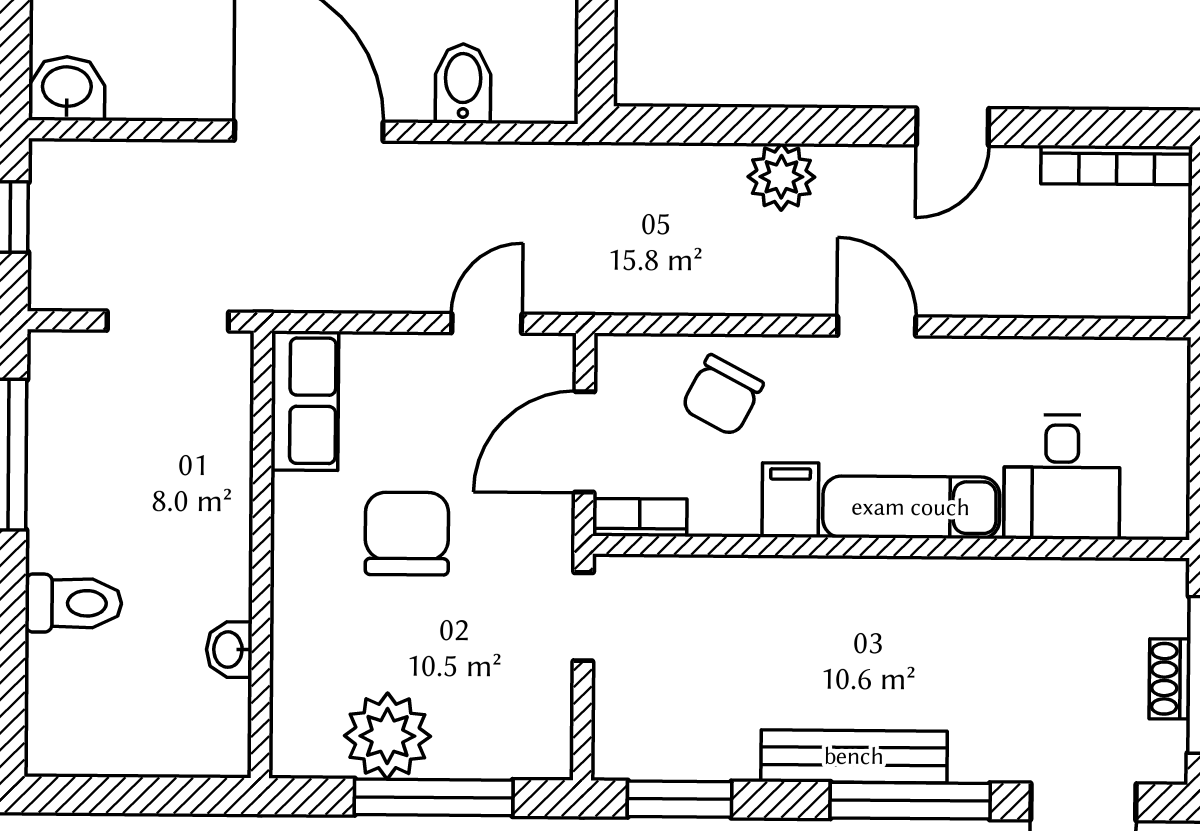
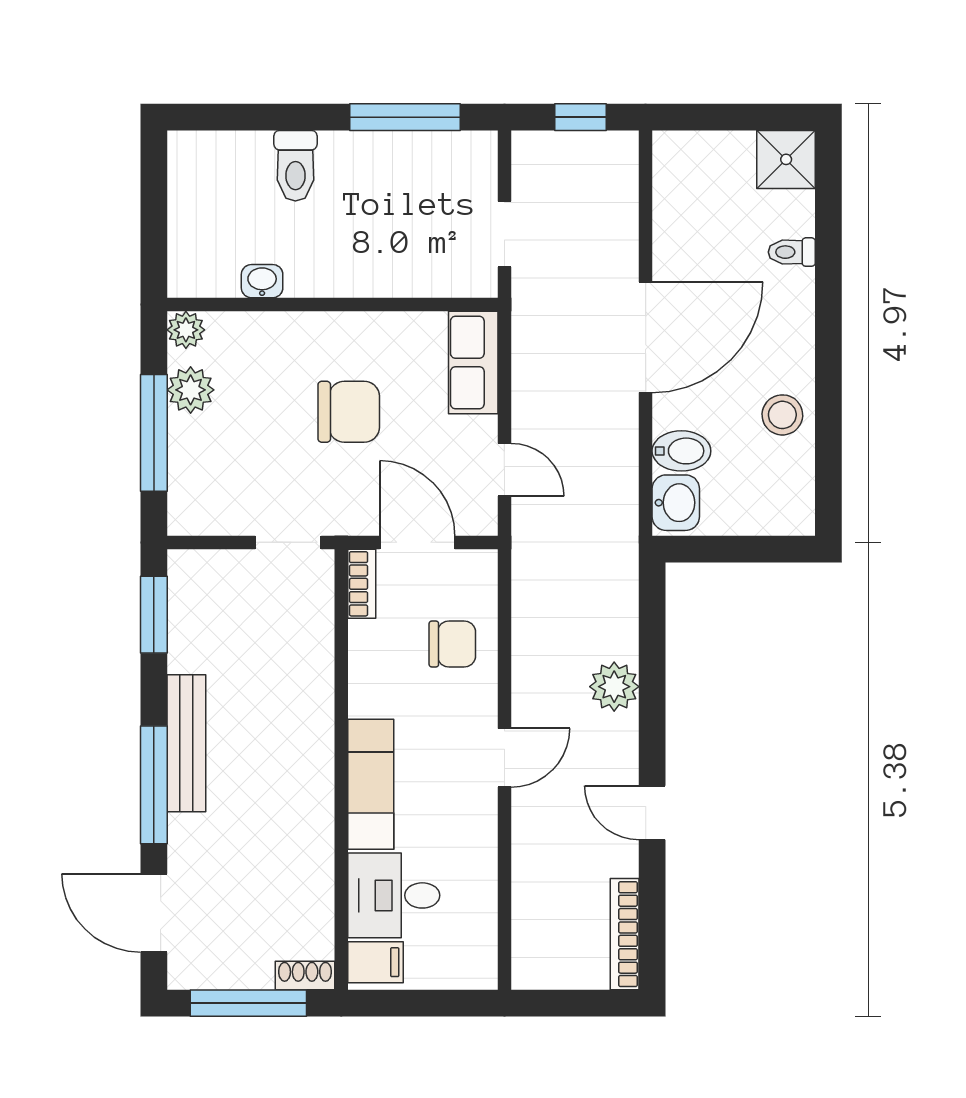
washbasin: (67, 89) -> (676, 503), moved
doorway: (168, 321) -> (504, 234), width x0.73
chair: (722, 395) -> (452, 644), turned 152
row of seats: (305, 401) -> (473, 362), moved, turned 90
filing cabinet: (790, 500) -> (375, 962), moved
shoe rack: (1169, 679) -> (305, 976), moved
plant: (387, 736) -> (191, 390), width x0.73, depth x0.73
plant: (294, 753) -> (186, 330), added

